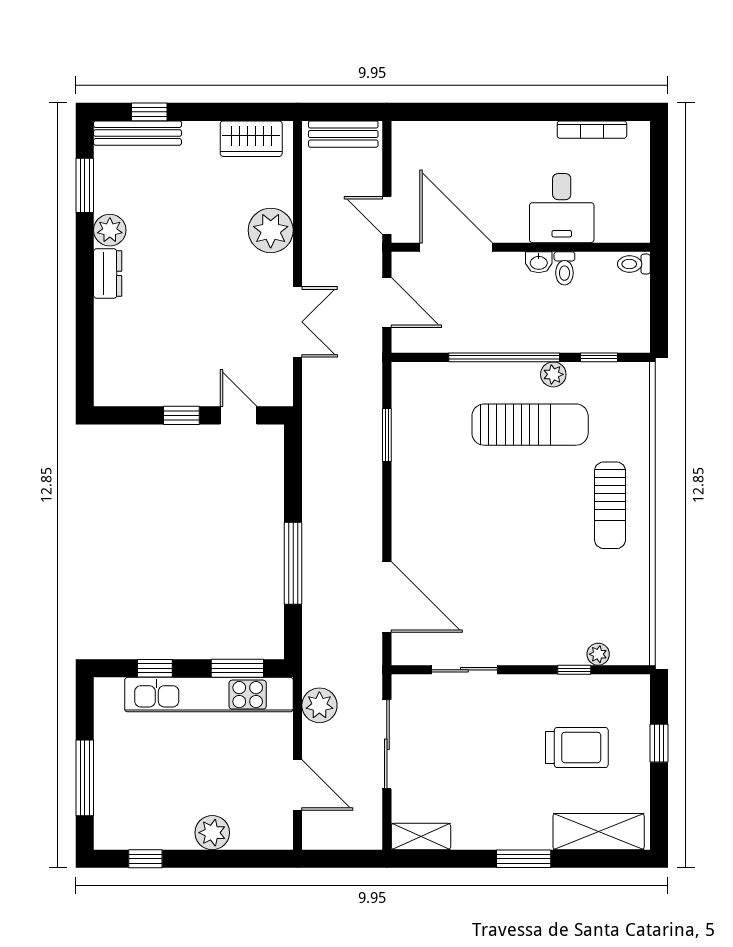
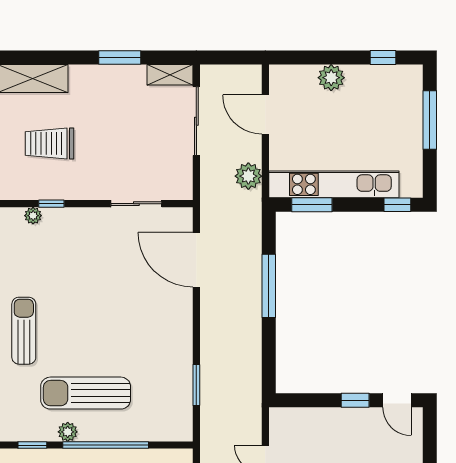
door: (238, 415) -> (397, 400), moved
window: (155, 668) -> (397, 205), moved
sliding door: (387, 744) -> (196, 121), moved
window: (524, 859) -> (120, 58), moved

